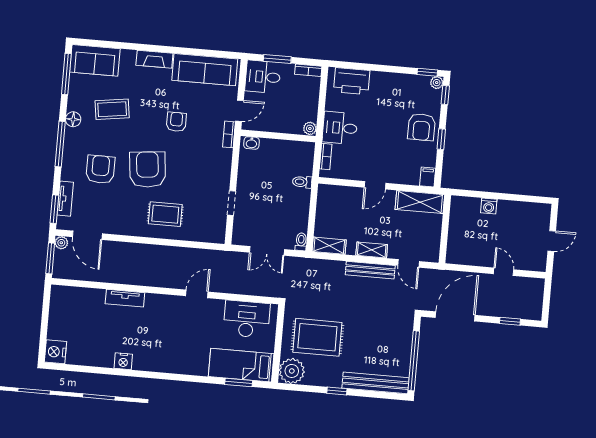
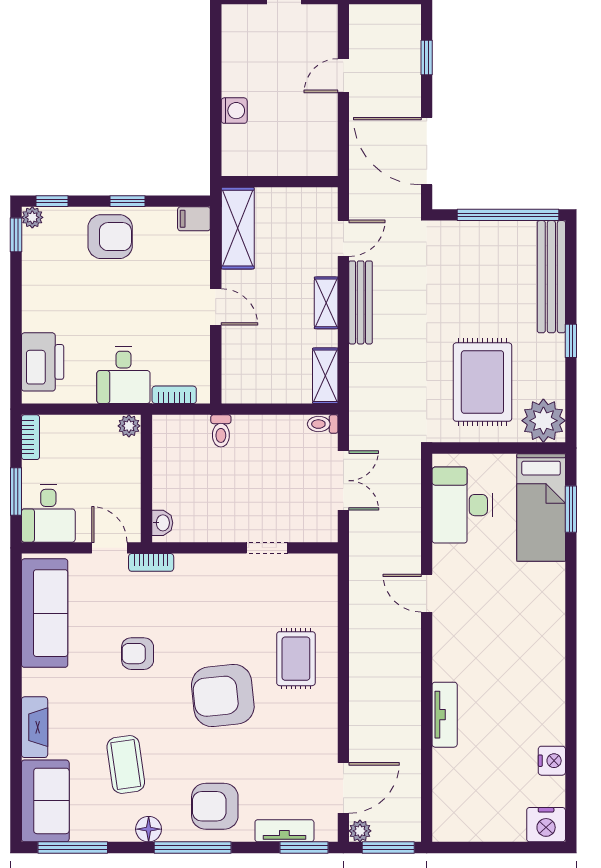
fireplace: (154, 59) -> (35, 727), moved
armchair: (100, 169) -> (215, 806), moved
nightstand: (123, 361) -> (552, 761), moved

